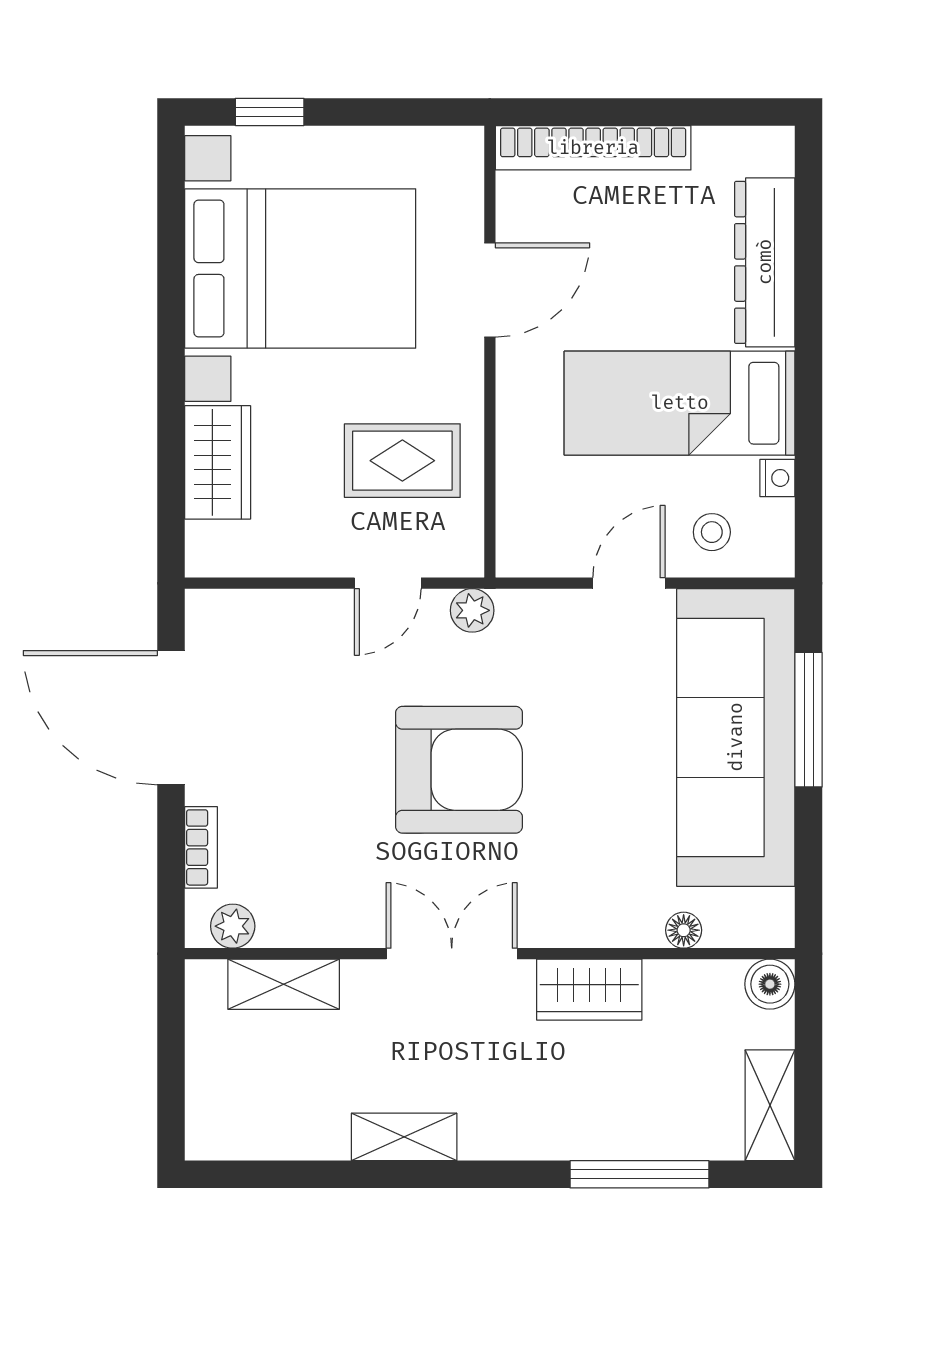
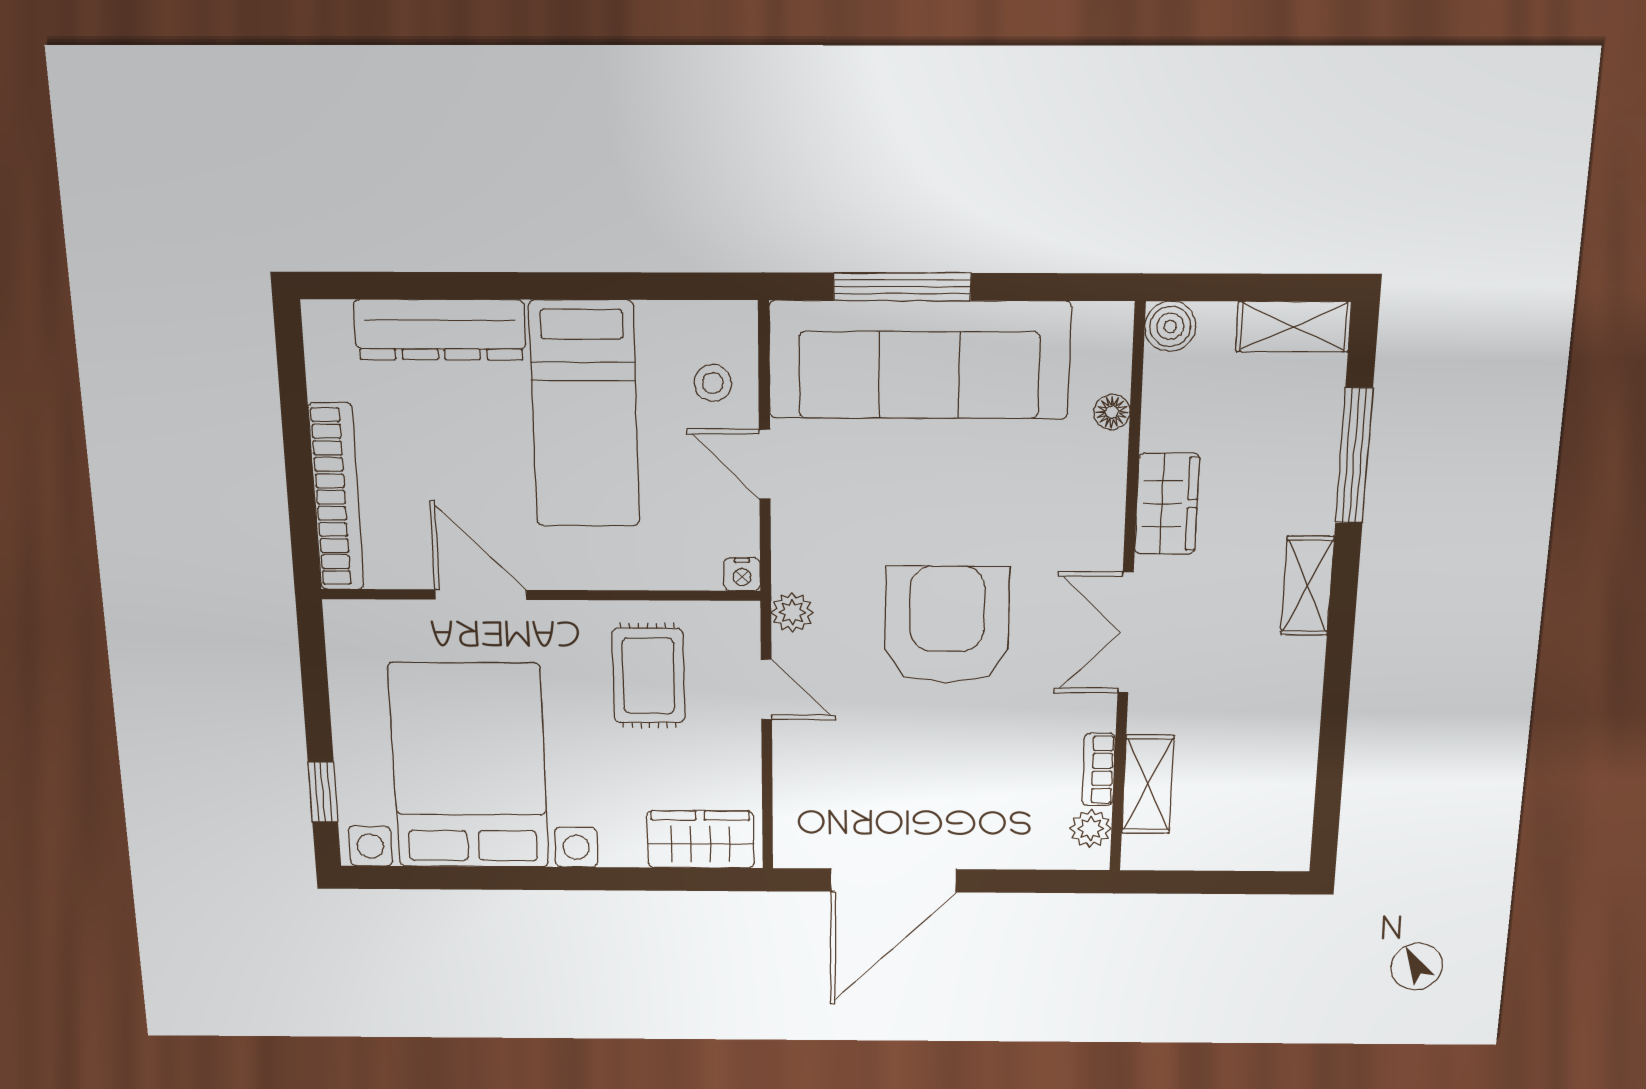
wardrobe: (218, 462) -> (701, 839), moved
nightstand: (777, 478) -> (742, 574), moved, turned 180
bookcase: (201, 847) -> (1099, 770), moved, turned -90
shelving: (404, 1137) -> (1307, 586), moved

